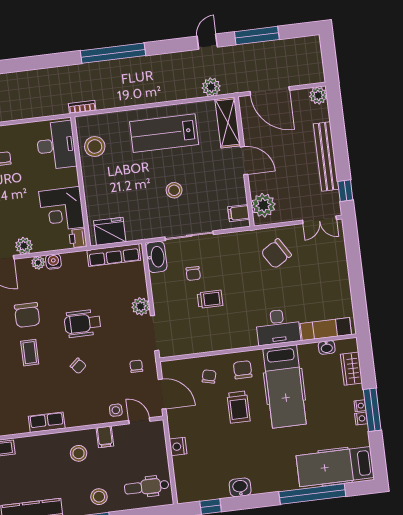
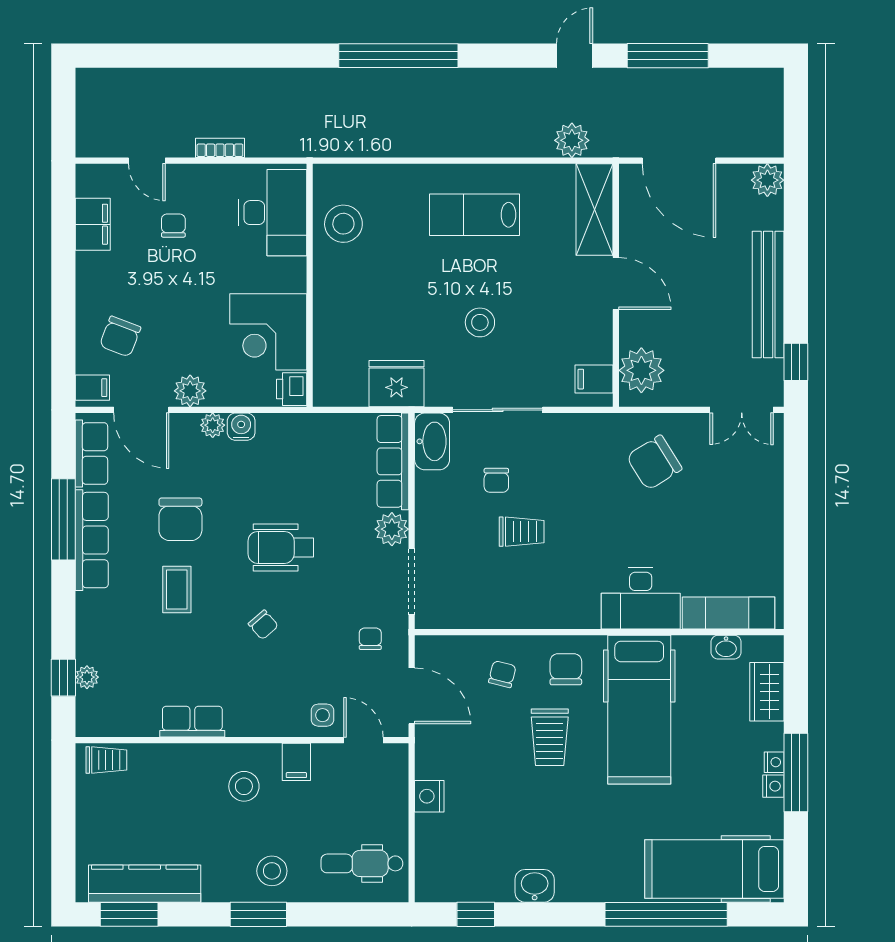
bookcase: (82, 107) -> (220, 148), moved
lab bench: (164, 133) -> (474, 215), width x0.73, depth x0.72
fridge: (110, 231) -> (396, 384), moved
row of seats: (114, 255) -> (393, 461), moved, turned 90

